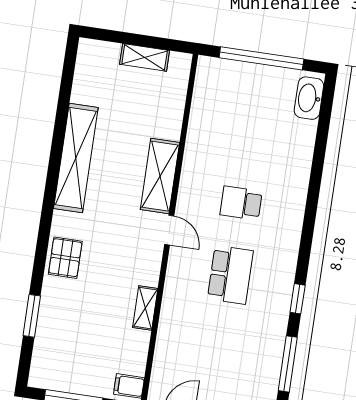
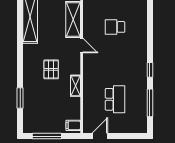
pallet: (65, 258) -> (51, 69), moved
school desk: (230, 275) -> (115, 99), moved

